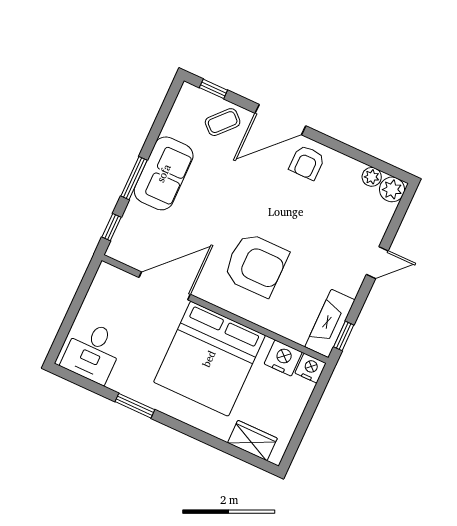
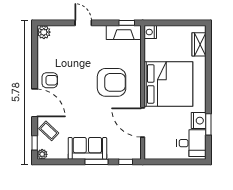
plant: (372, 177) -> (42, 154), moved
armchair: (256, 265) -> (112, 82), turned 90
nightstand: (283, 358) -> (199, 121), moved, turned 180
window: (135, 406) -> (208, 124), moved

